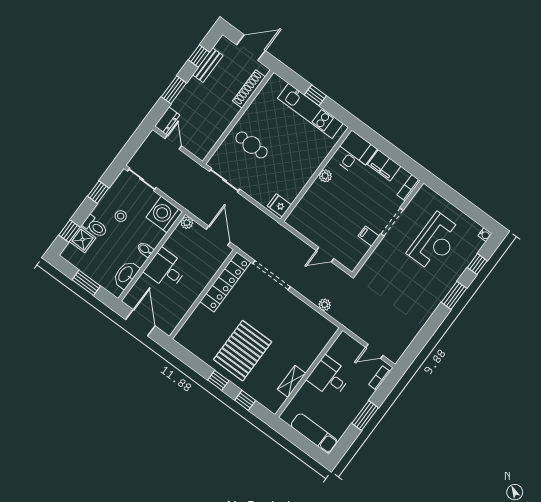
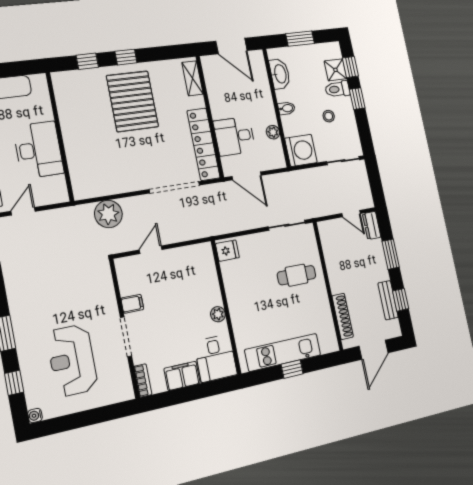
window: (98, 192) -> (357, 99), moved
plant: (187, 223) -> (273, 132), moved
desk: (166, 269) -> (234, 136), moved, turned 180
plant: (325, 305) -> (108, 214), width x1.88, depth x1.88
desk: (329, 377) -> (38, 150), width x1.37
shelving: (292, 381) -> (192, 78), moved

